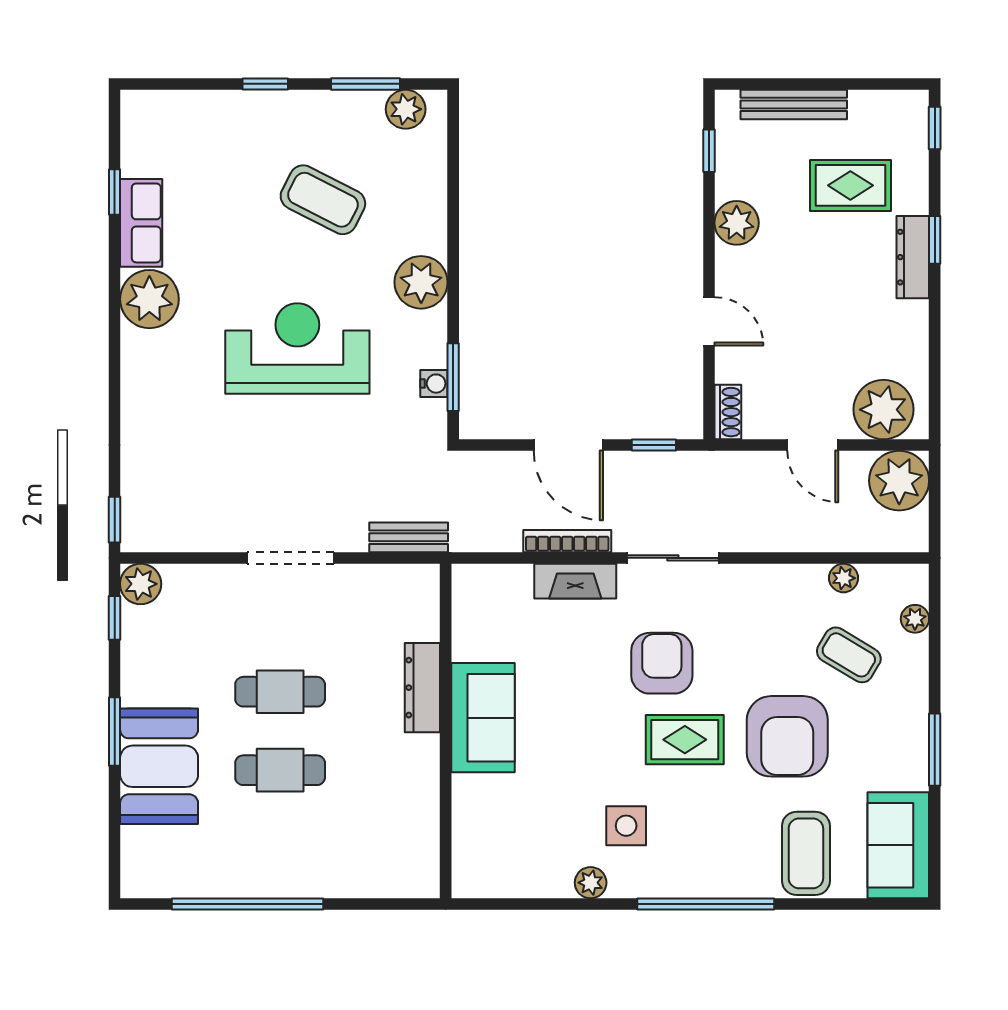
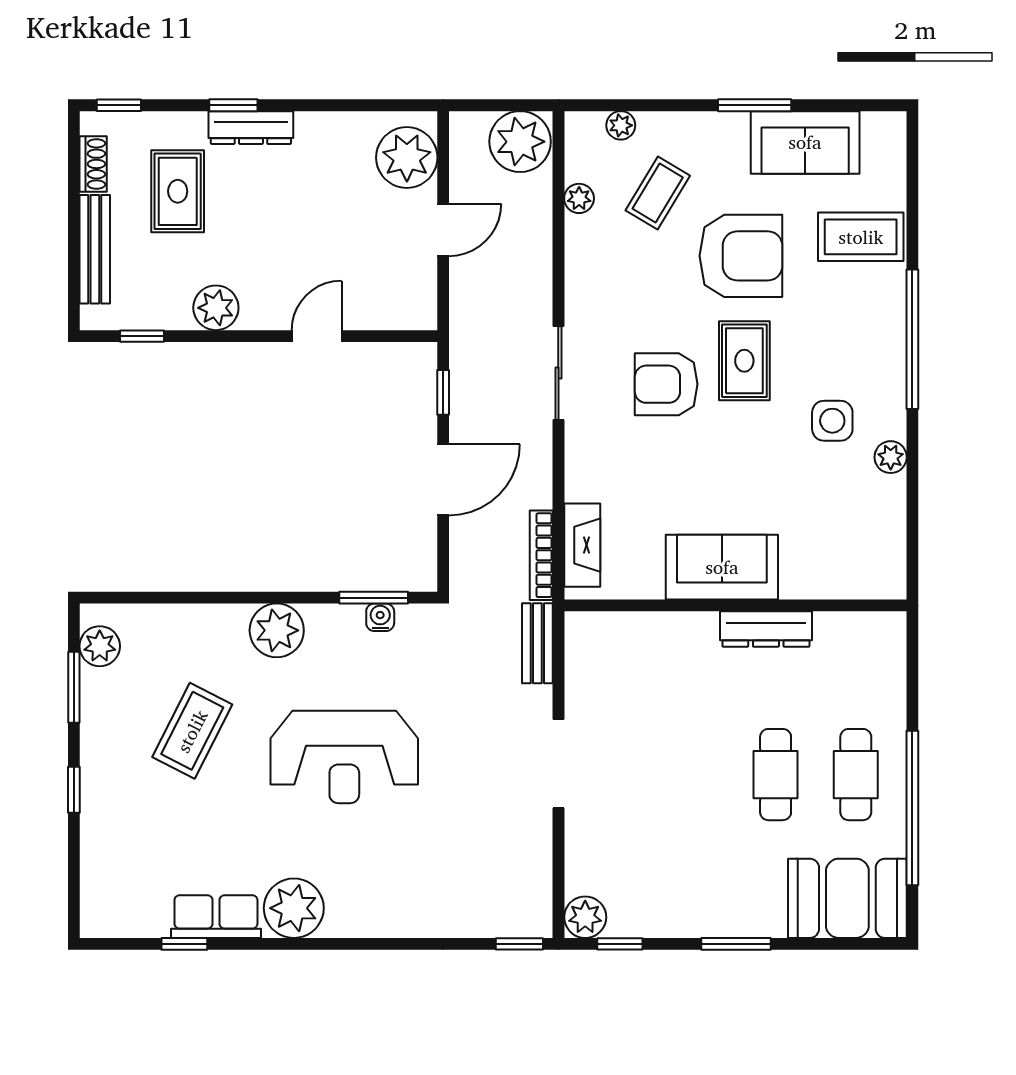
reception desk: (297, 348) -> (344, 757), turned -90
shoe rack: (728, 412) -> (93, 164), moved, turned 90
plant: (899, 481) -> (520, 142), moved
bookcase: (567, 541) -> (541, 555), moved
fireplace: (575, 581) -> (582, 545), moved
dresser: (422, 688) -> (766, 629), moved
cafe table: (280, 692) -> (856, 775), moved
booth: (159, 766) -> (847, 898), moved
sofa: (898, 845) -> (805, 142), moved

